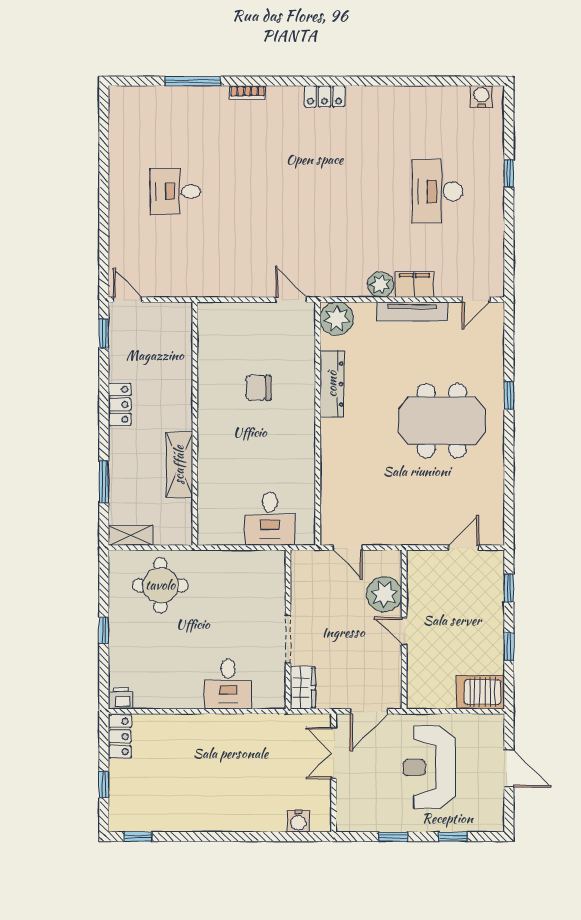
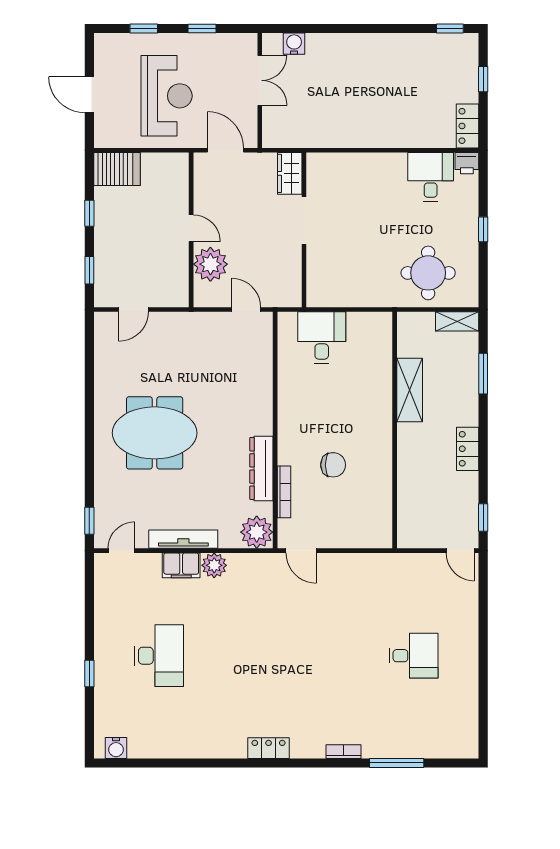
bookcase: (309, 360) -> (284, 492), added
window: (509, 396) -> (89, 521), moved
desk: (228, 684) -> (431, 177), moved
door: (369, 711) -> (225, 150), hinge flipped
double door: (334, 753) -> (260, 80), moved

